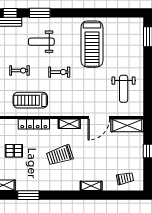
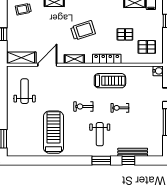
weight bench: (41, 42) -> (100, 134), turned 90

